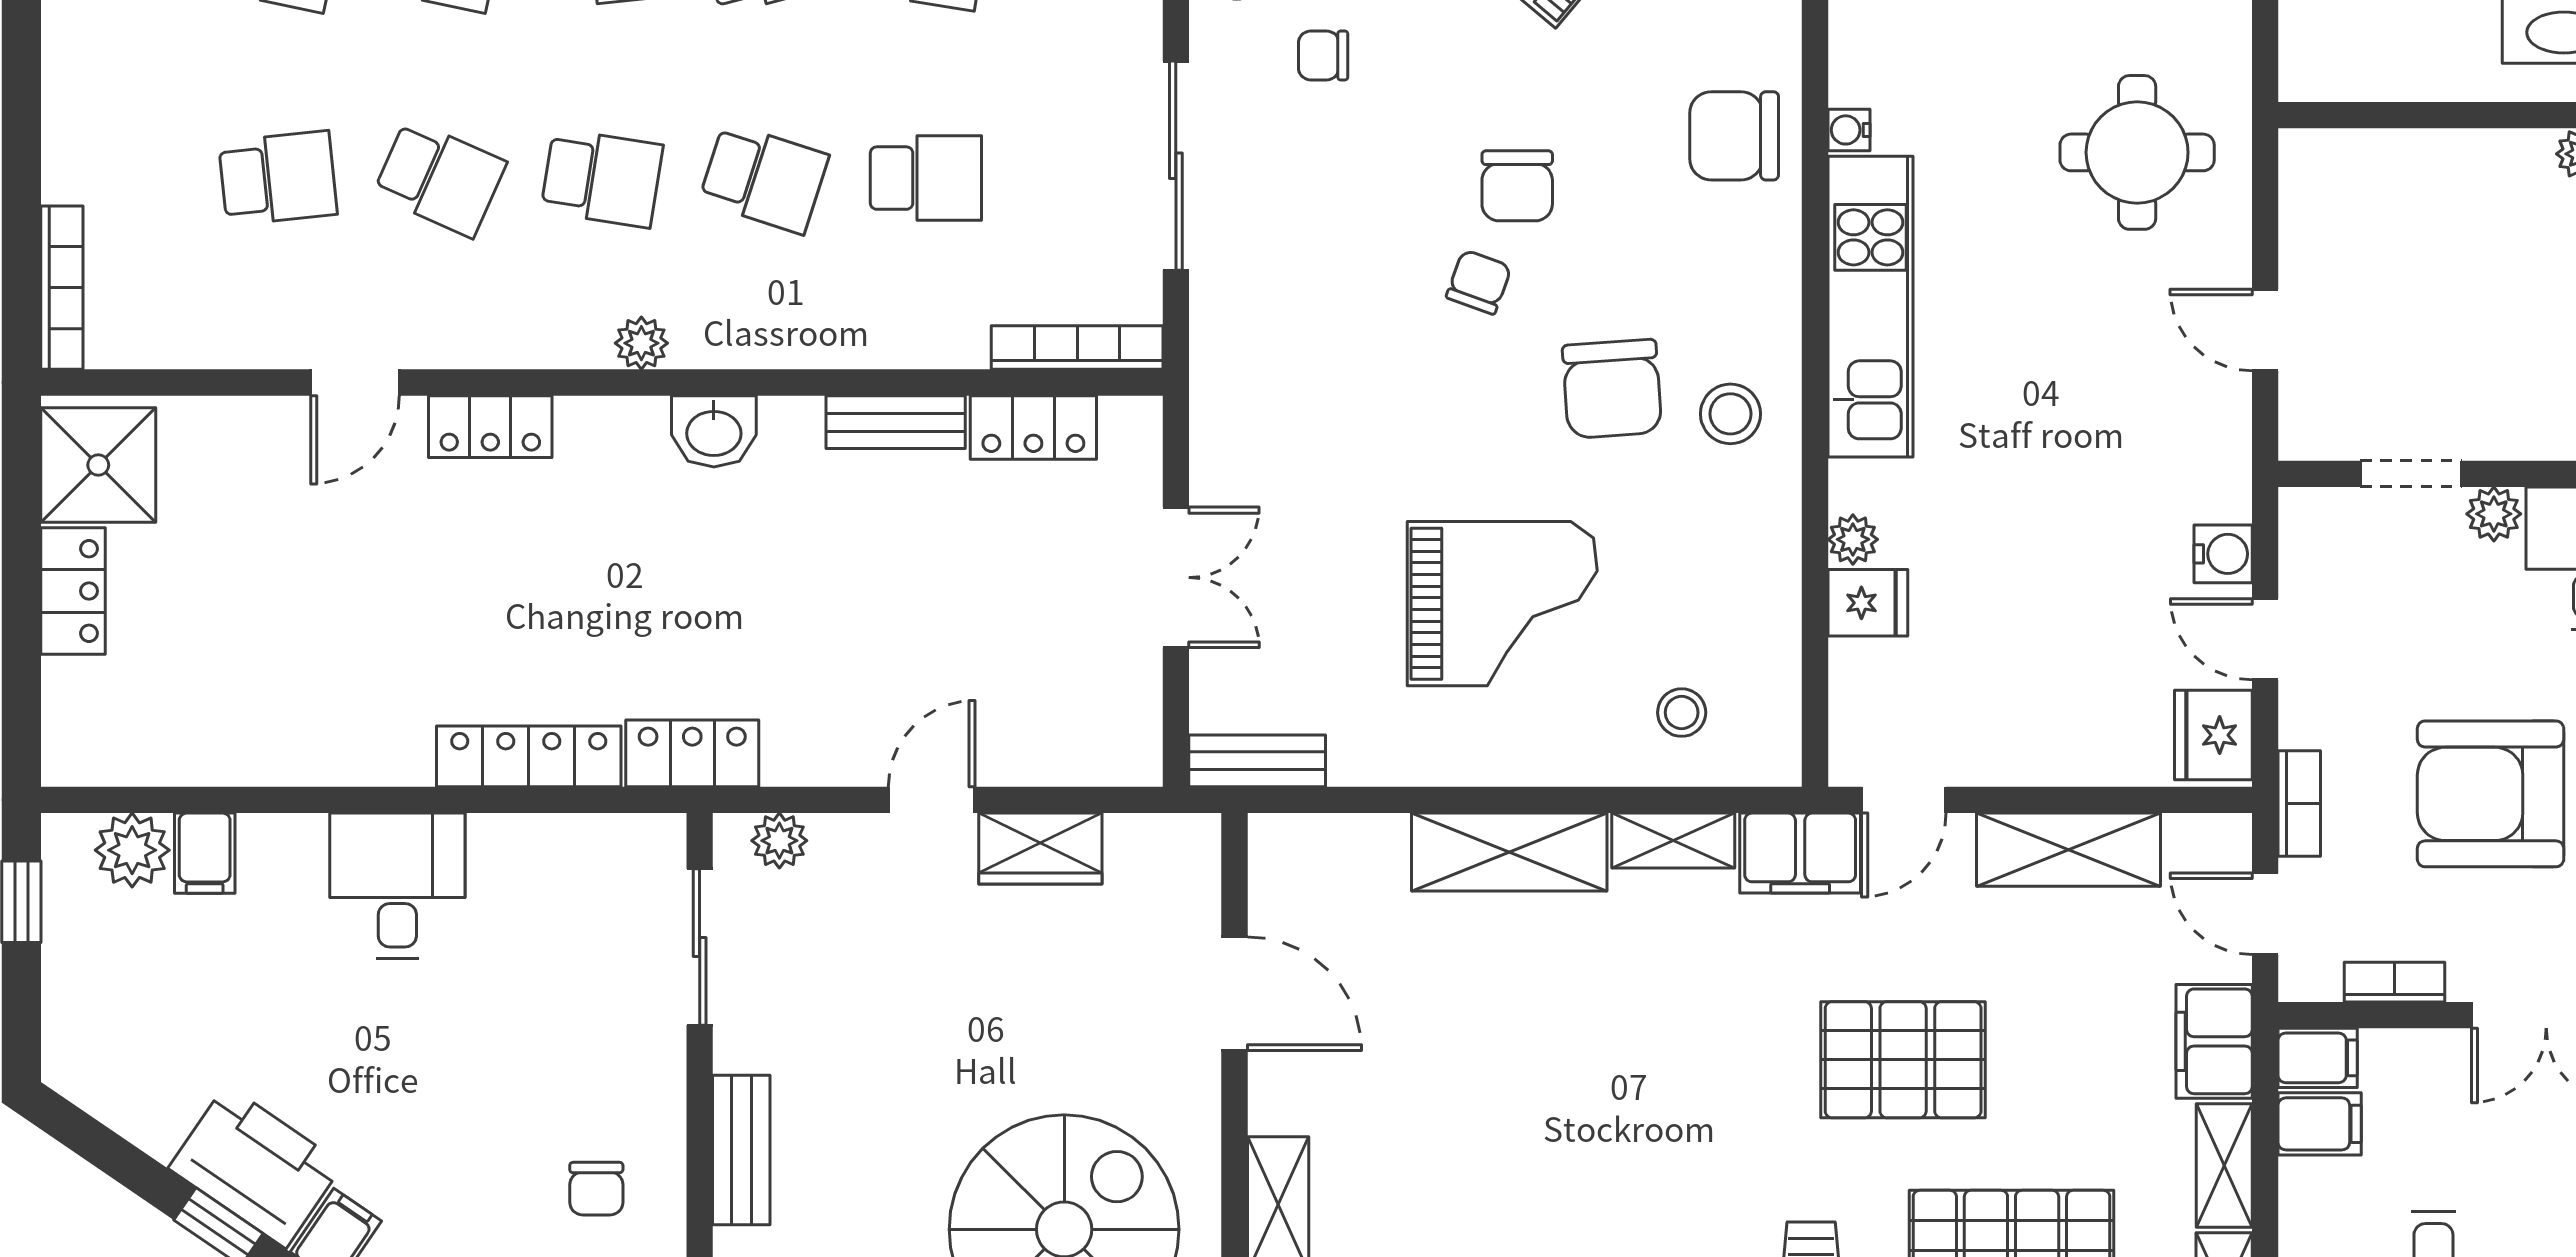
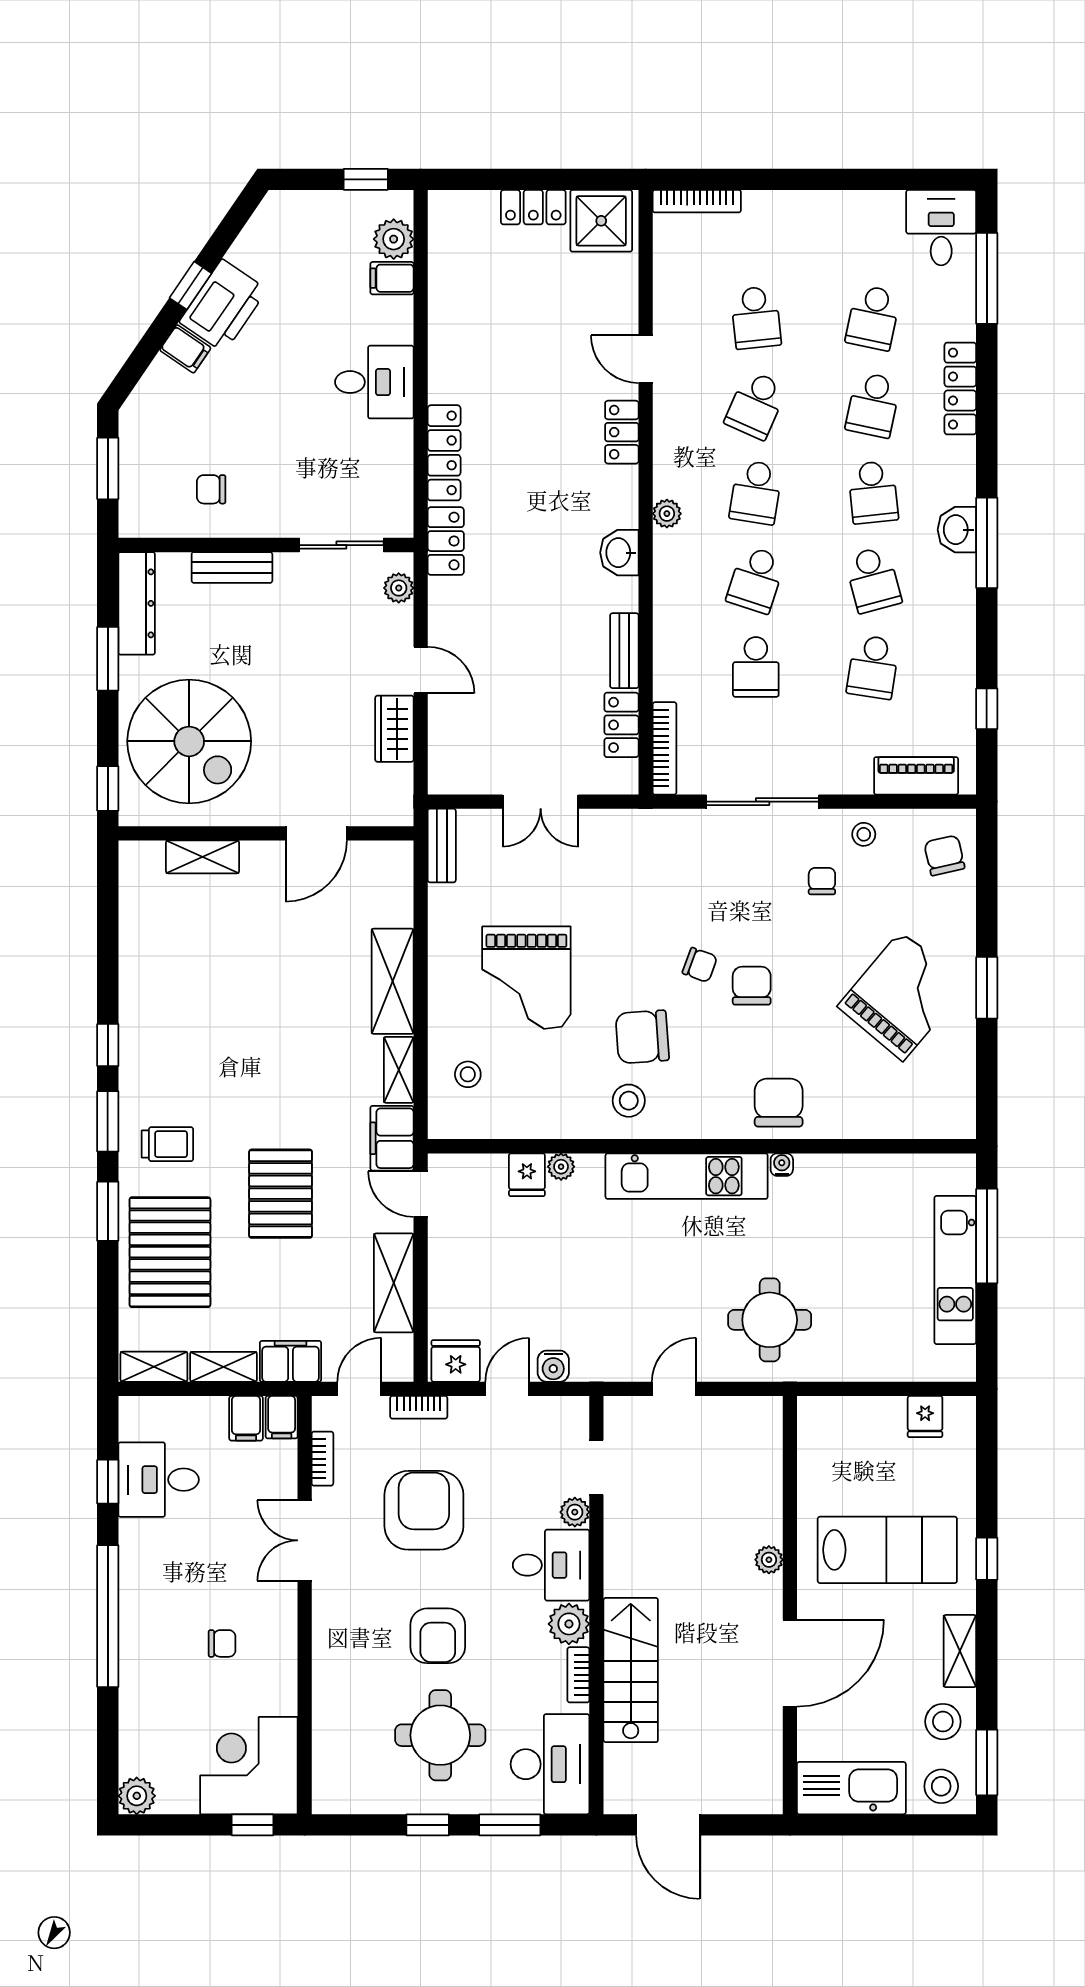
chair: (1517, 186) -> (752, 986), turned 90

